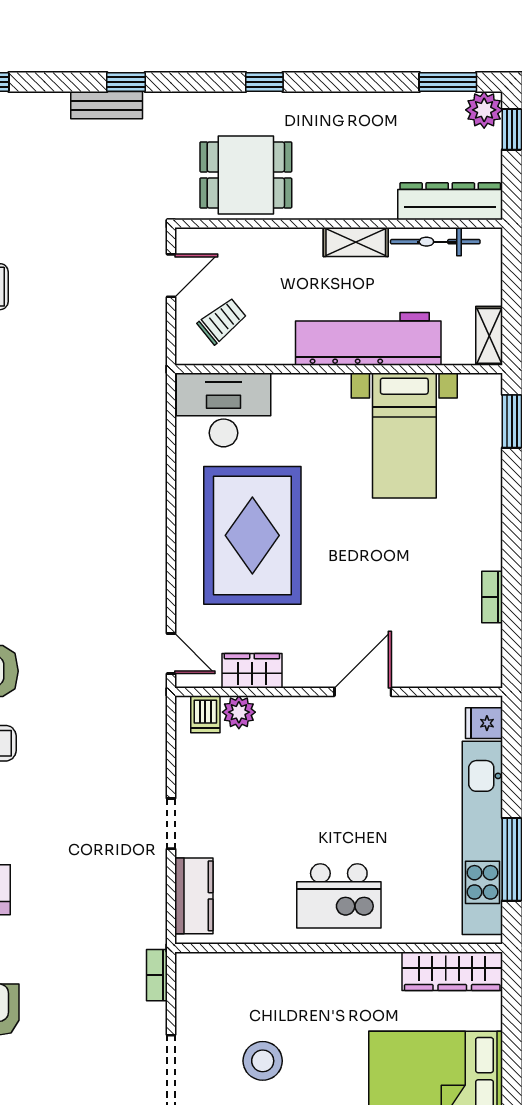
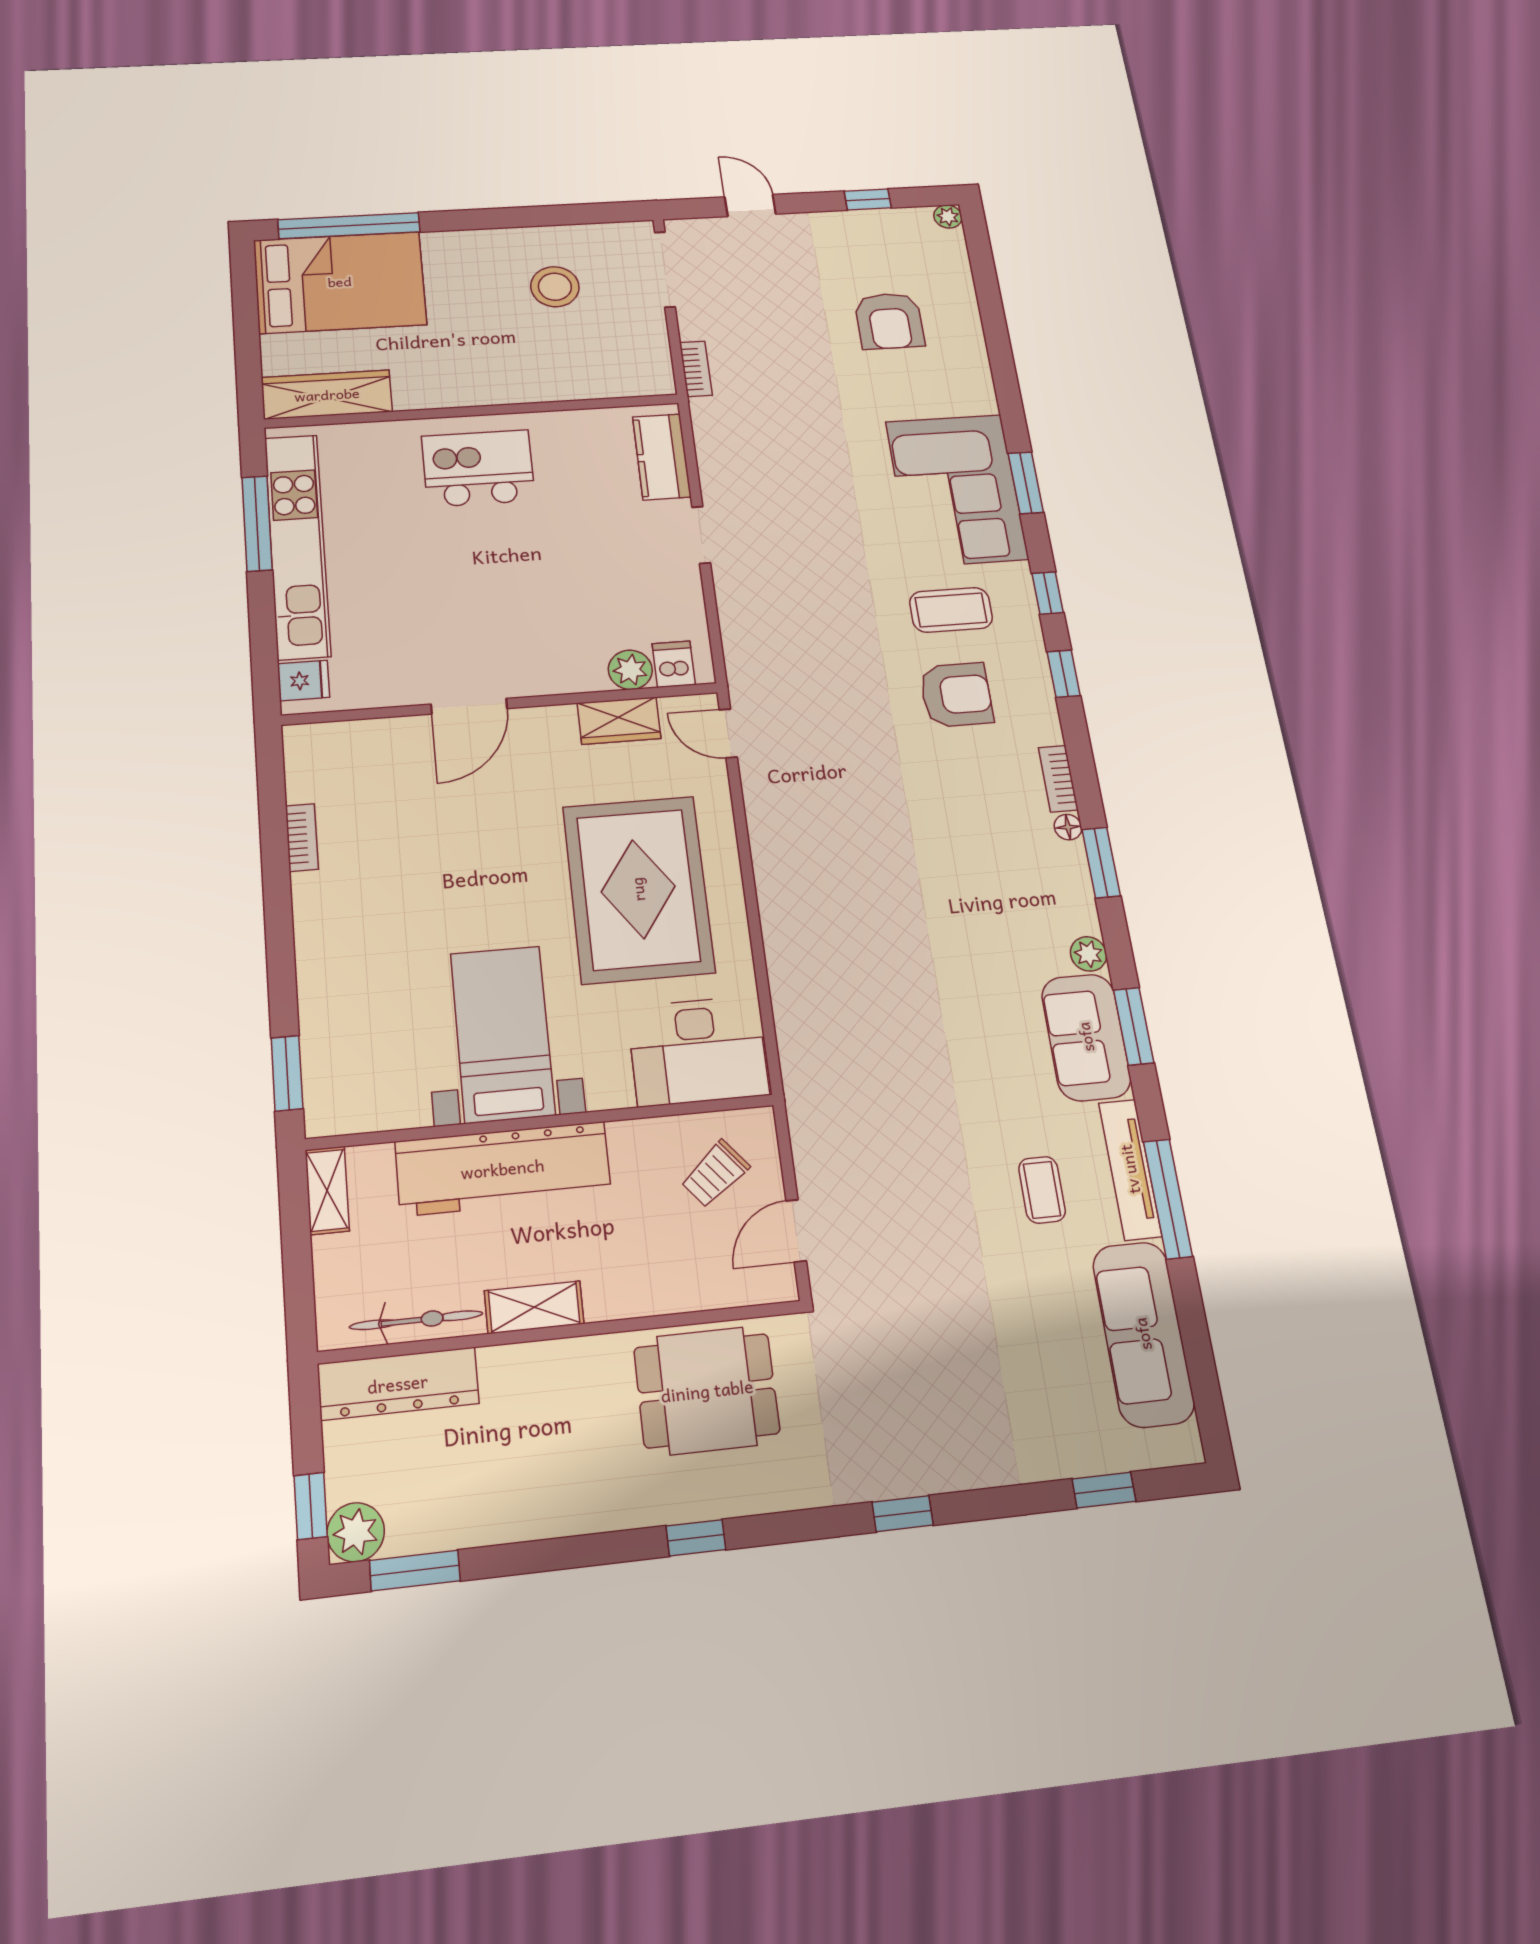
bench: (107, 105) -> (926, 1474), removed
bed with nightstands: (404, 436) -> (503, 1034), moved

